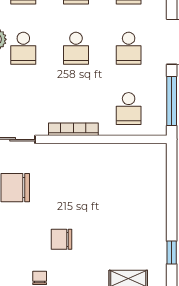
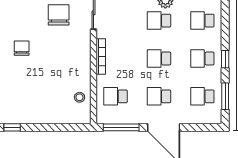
stool: (130, 159) -> (80, 97), added

